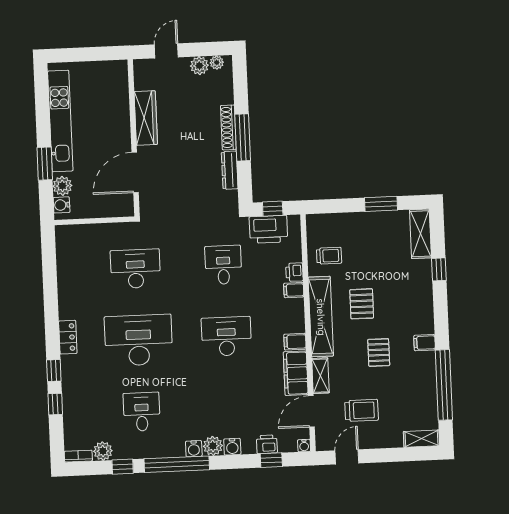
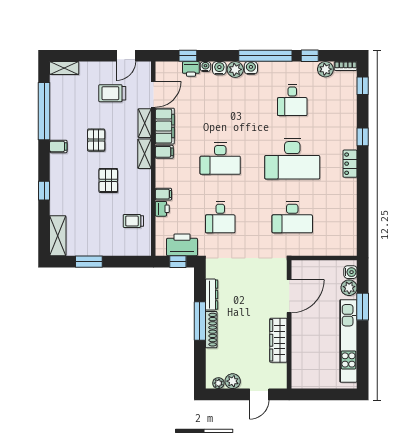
window: (439, 269) -> (44, 191), moved
shelving: (321, 317) -> (144, 154), width x0.45, depth x0.75
window: (55, 404) -> (363, 86), moved
water cooler: (304, 446) -> (205, 67), moved

